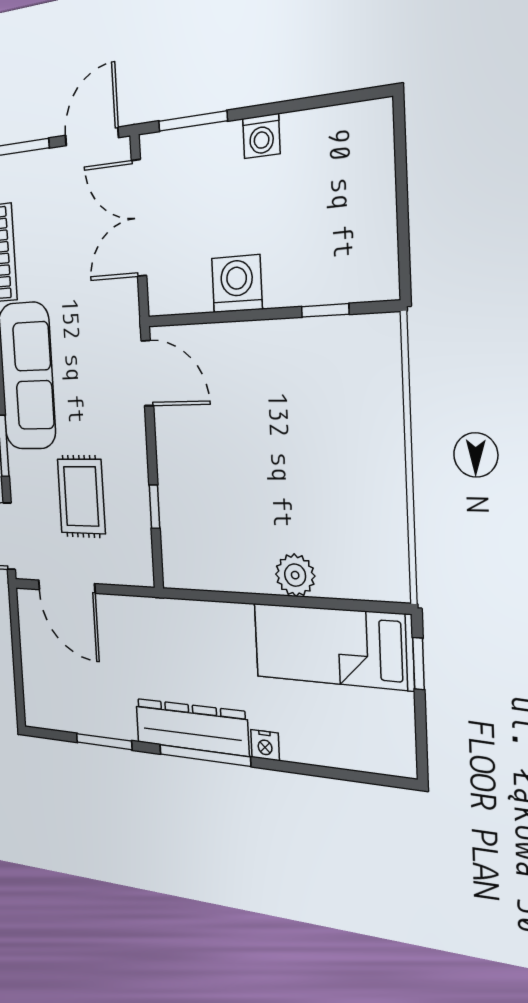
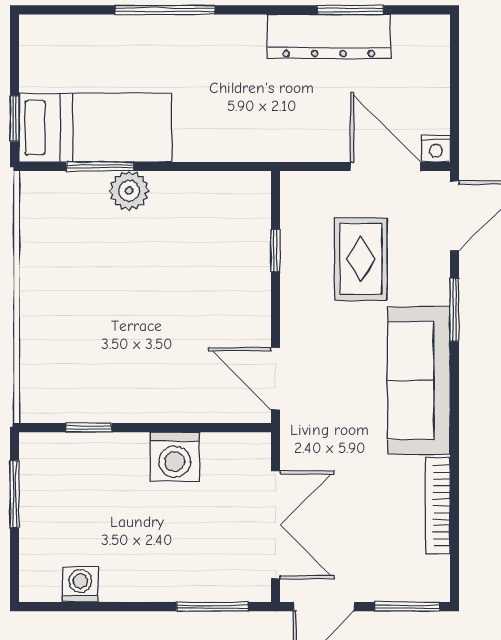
washing machine: (261, 136) -> (80, 584), moved
window: (403, 226) -> (14, 494), added
window: (326, 603) -> (100, 166), added
dresser: (191, 727) -> (329, 36), moved
nightstand: (265, 745) -> (436, 149), moved, turned 180
window: (205, 755) -> (165, 10), moved

